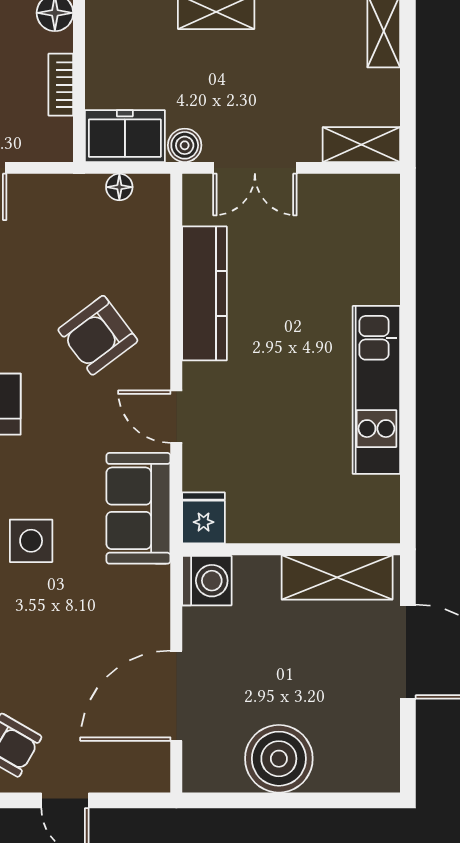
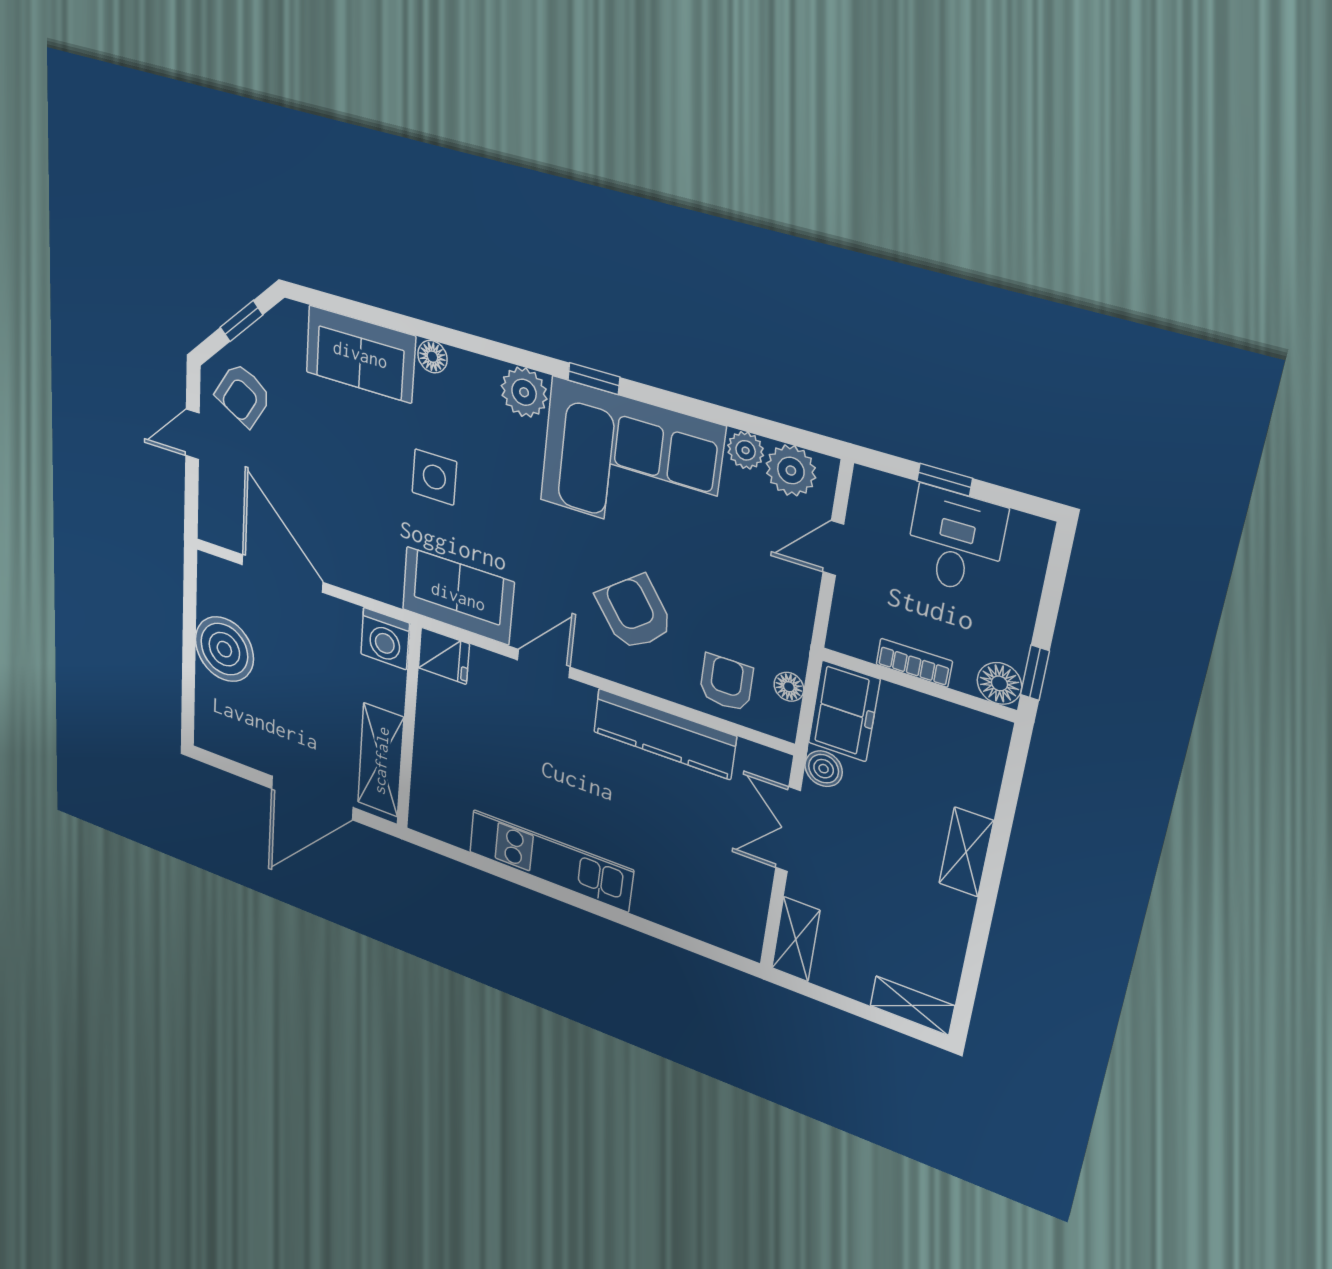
armchair: (135, 243) -> (726, 683), added

